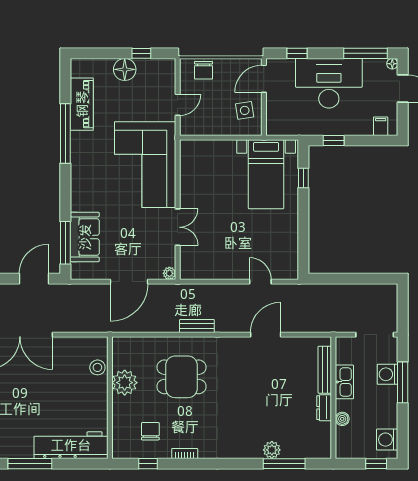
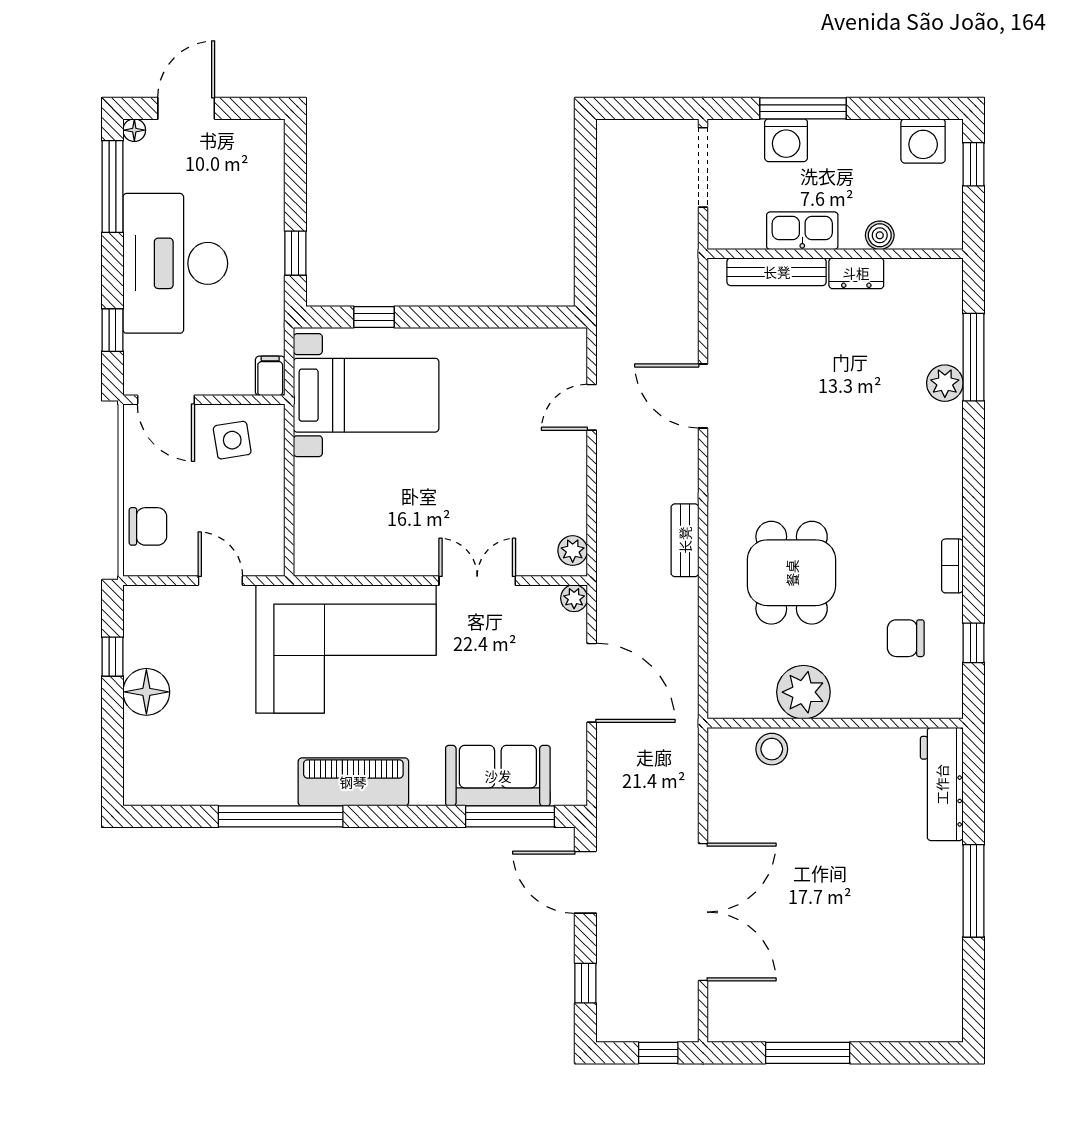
piano: (82, 104) -> (353, 782), moved
filing cabinet: (381, 126) -> (270, 376), moved, turned 90
plant: (192, 273) -> (573, 551), added
workbench: (71, 445) -> (942, 784), width x0.73, depth x0.76

